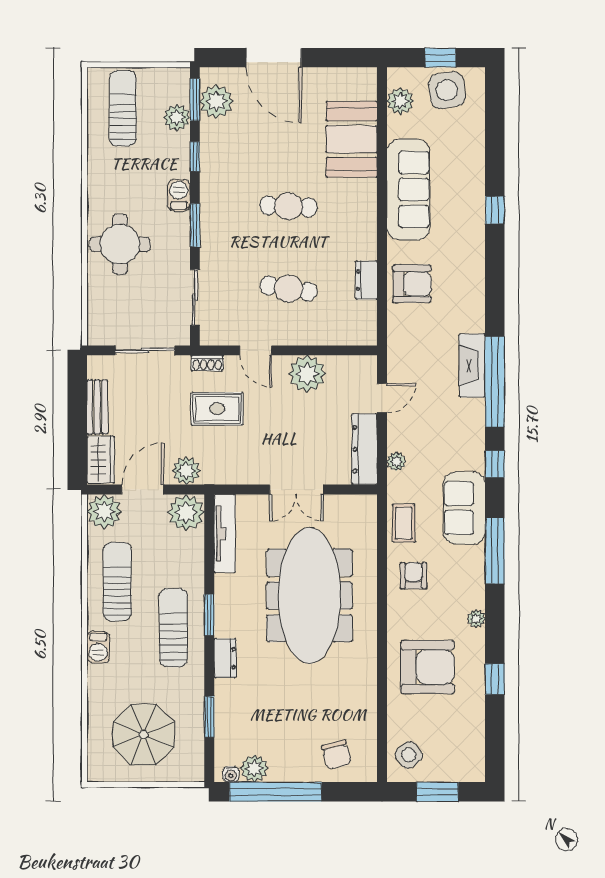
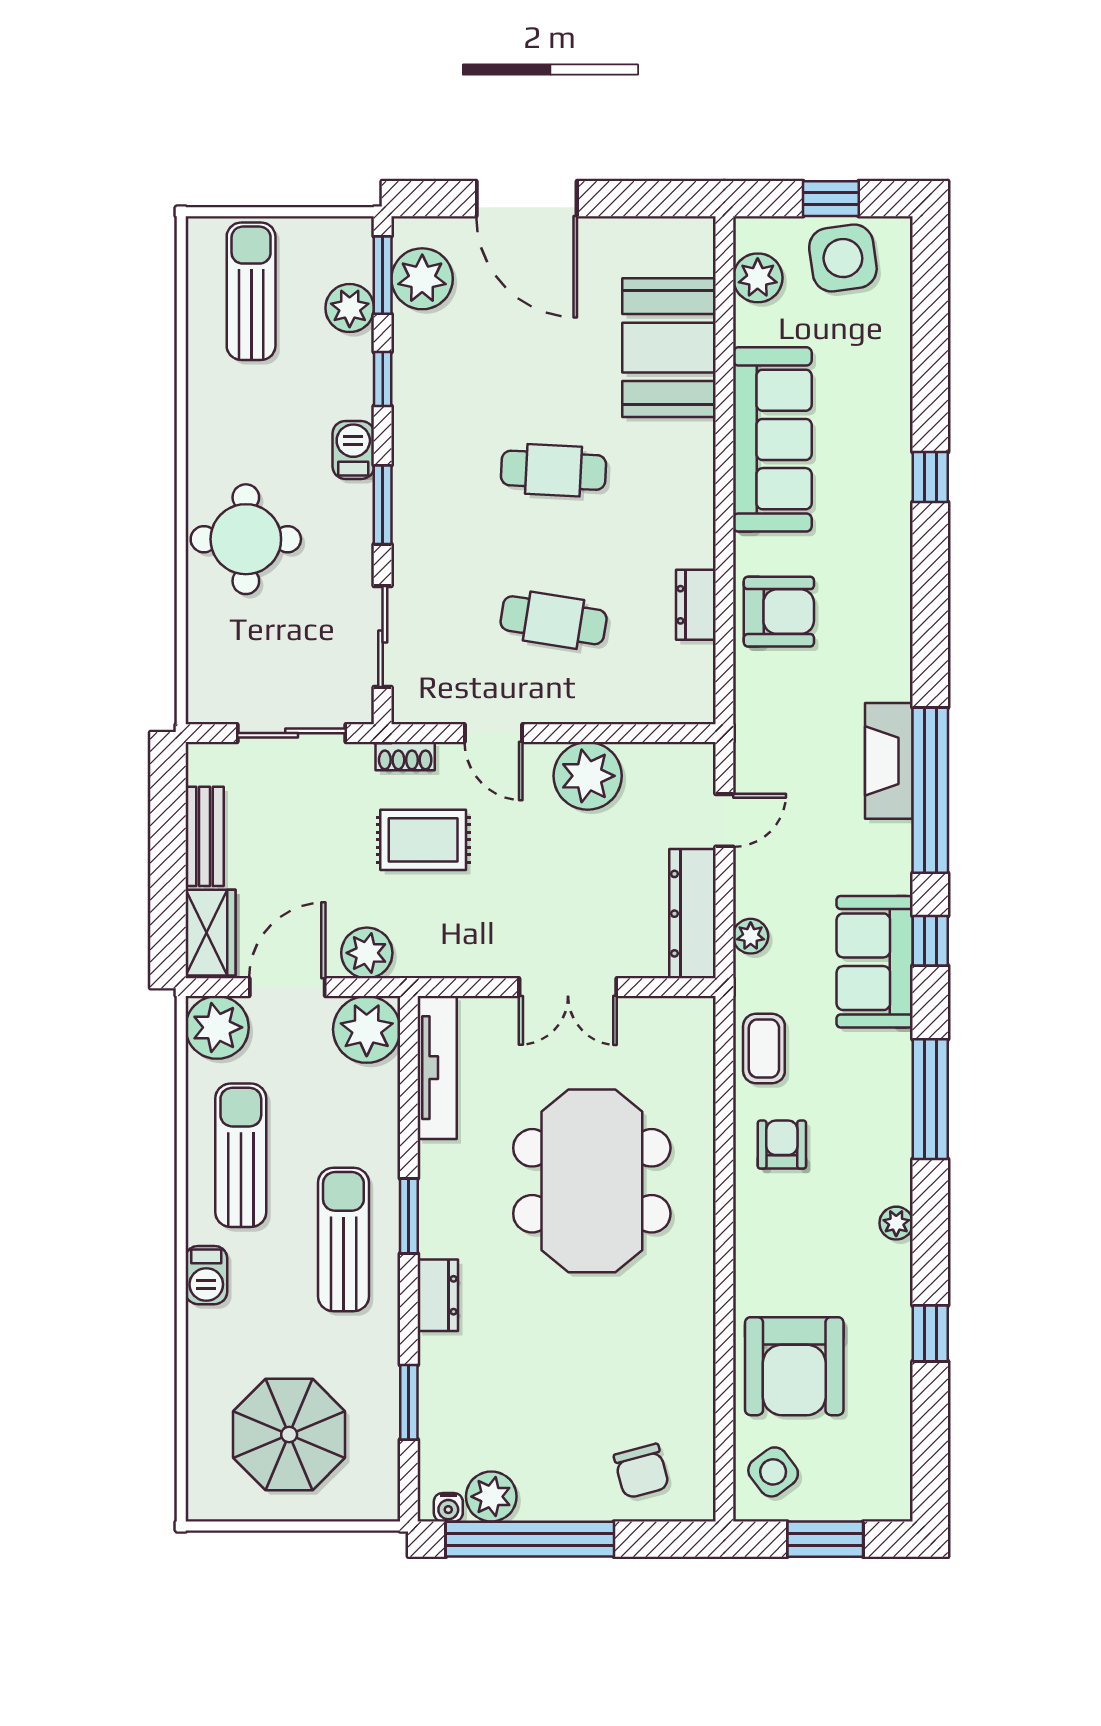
sofa: (464, 508) -> (875, 962), moved
meeting table: (309, 596) -> (592, 1181), width x0.73
armchair: (428, 667) -> (794, 1366), moved, turned 90

